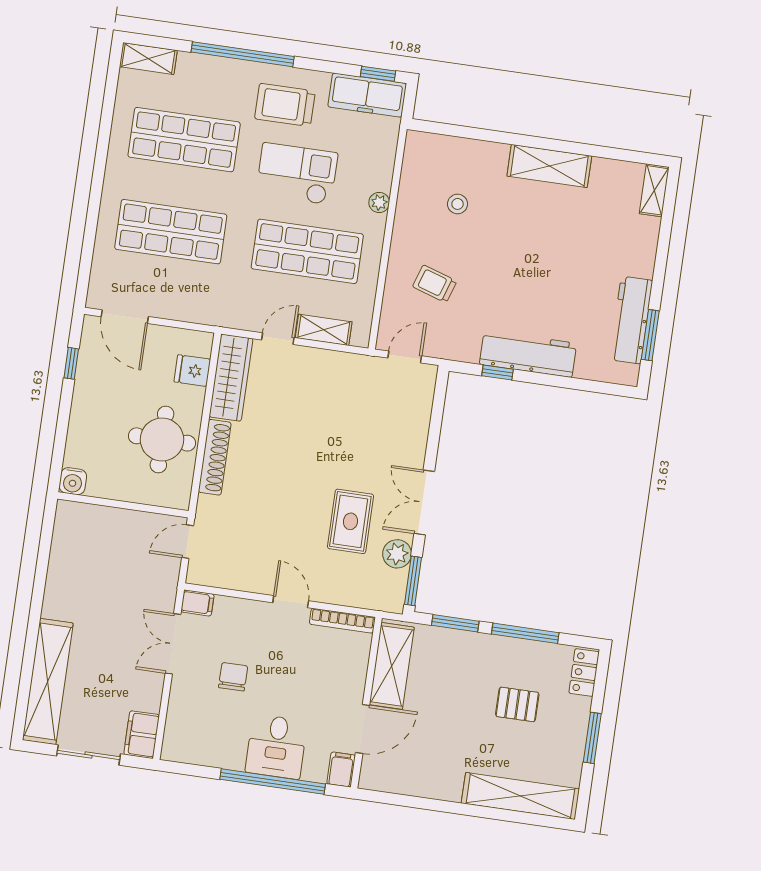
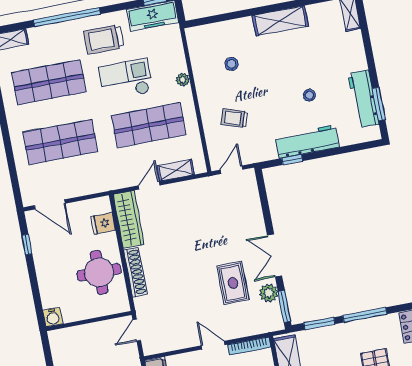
stool: (554, 288) -> (309, 95), added

